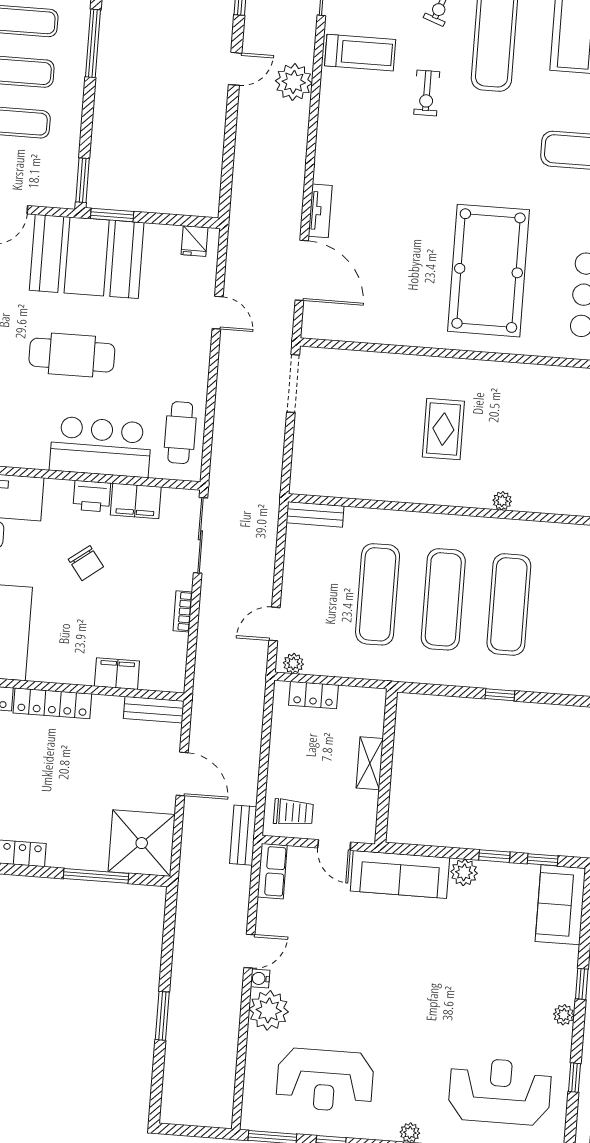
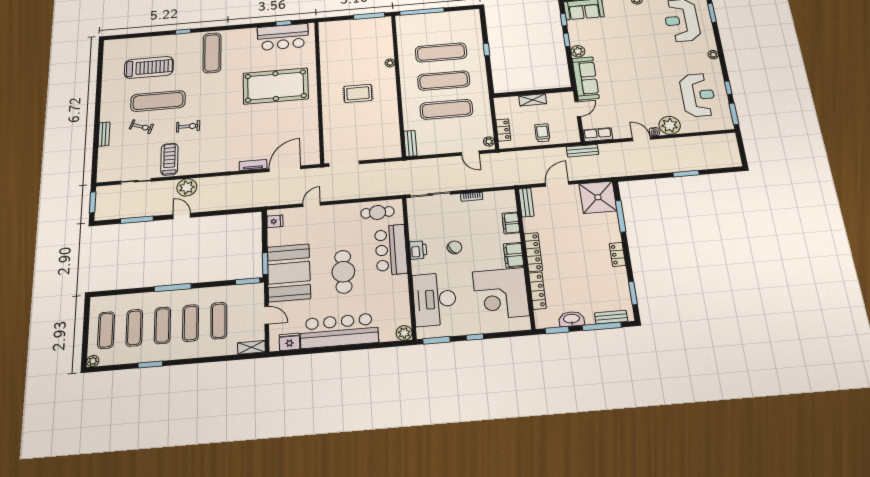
filing cabinet: (136, 501) -> (514, 255), moved, turned 180
trolley: (293, 812) -> (542, 133), moved

